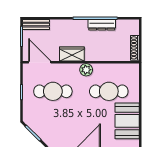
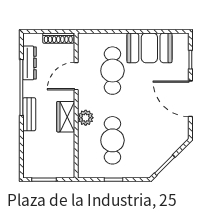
bench: (36, 25) -> (29, 114), moved
dresser: (102, 25) -> (29, 63), moved
door: (40, 62) -> (76, 76), moved
plant: (86, 70) -> (86, 118), moved

